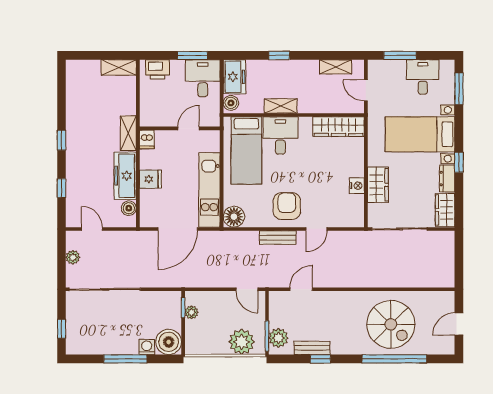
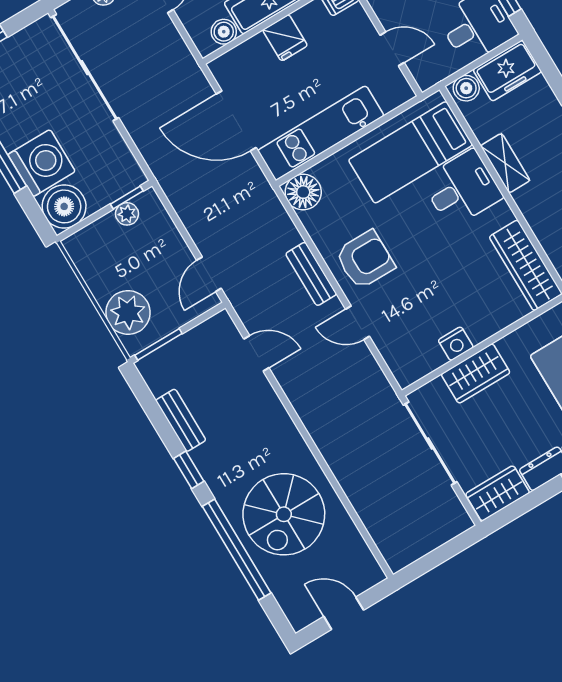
plant: (278, 338) -> (166, 363), removed
washing machine: (147, 347) -> (42, 163), width x1.89, depth x1.89
window: (320, 359) -> (189, 470), moved

